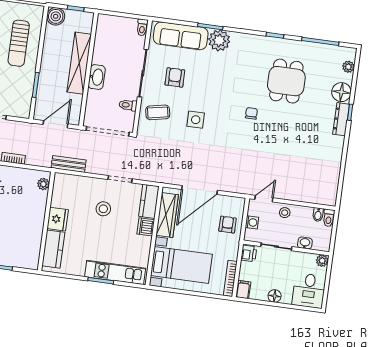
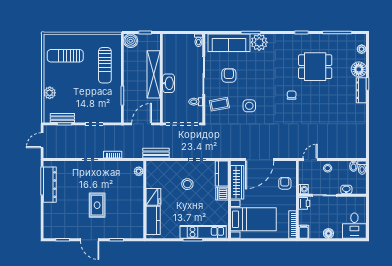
dining table: (286, 81) -> (315, 67), turned 90
washing machine: (252, 222) -> (303, 189), moved
plant: (322, 261) -> (361, 201), removed

